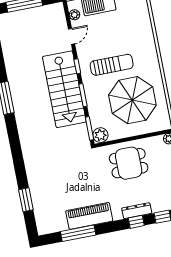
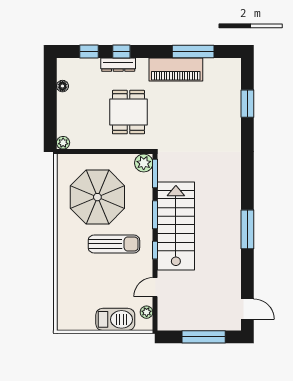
sun lounger: (112, 65) -> (114, 244), turned 180
dining table: (129, 163) -> (128, 112), moved, turned 90

